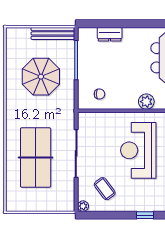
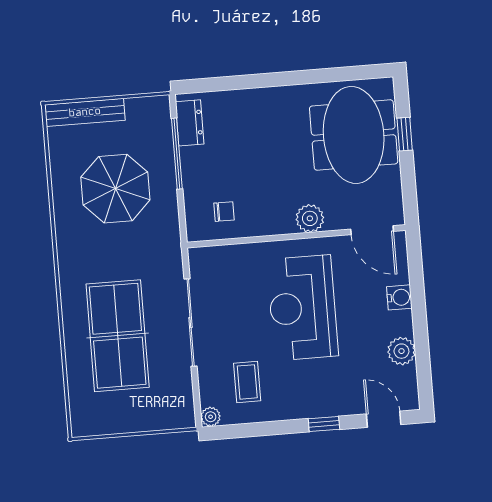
bench: (53, 33) -> (85, 112), moved
dresser: (110, 34) -> (190, 123), moved, turned -90
coffee table: (105, 189) -> (247, 382), turned 37

